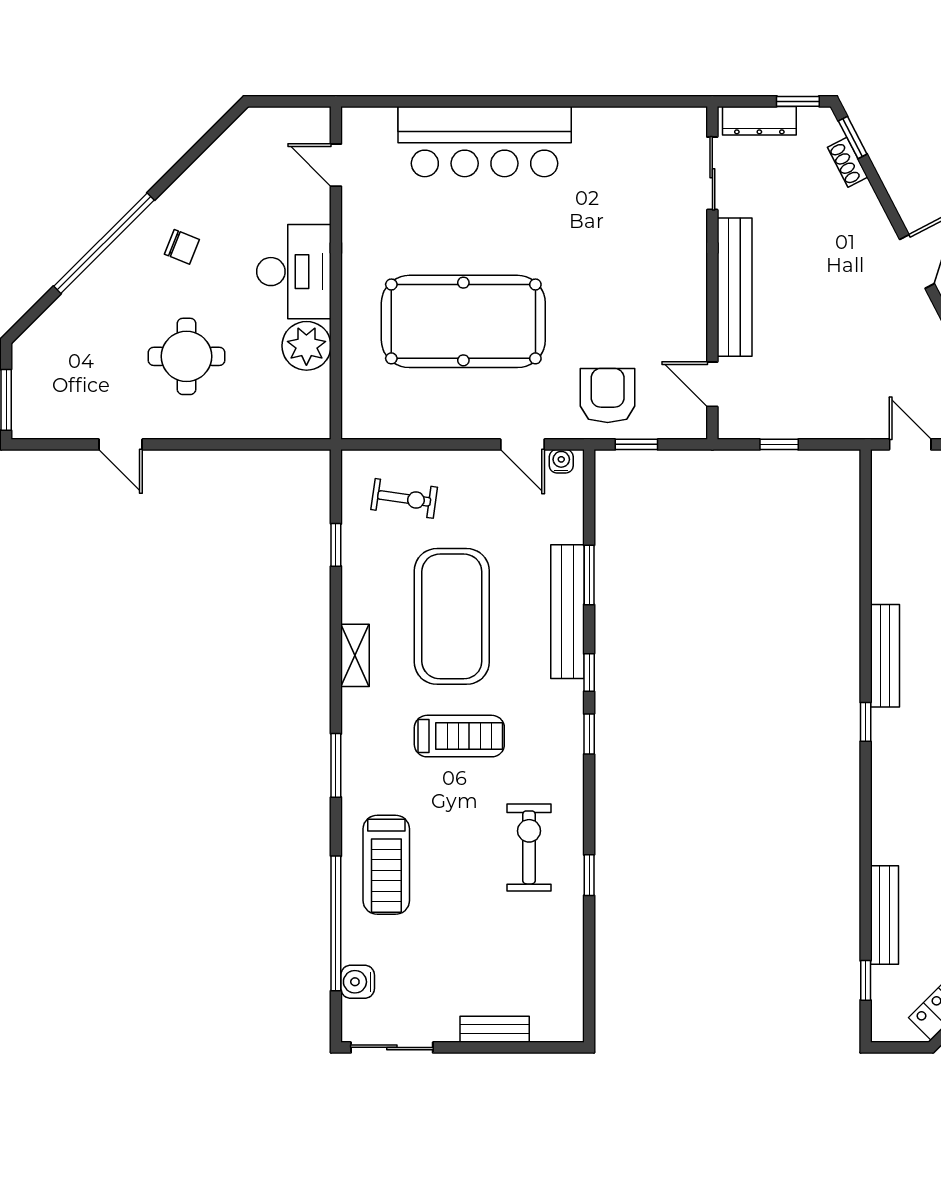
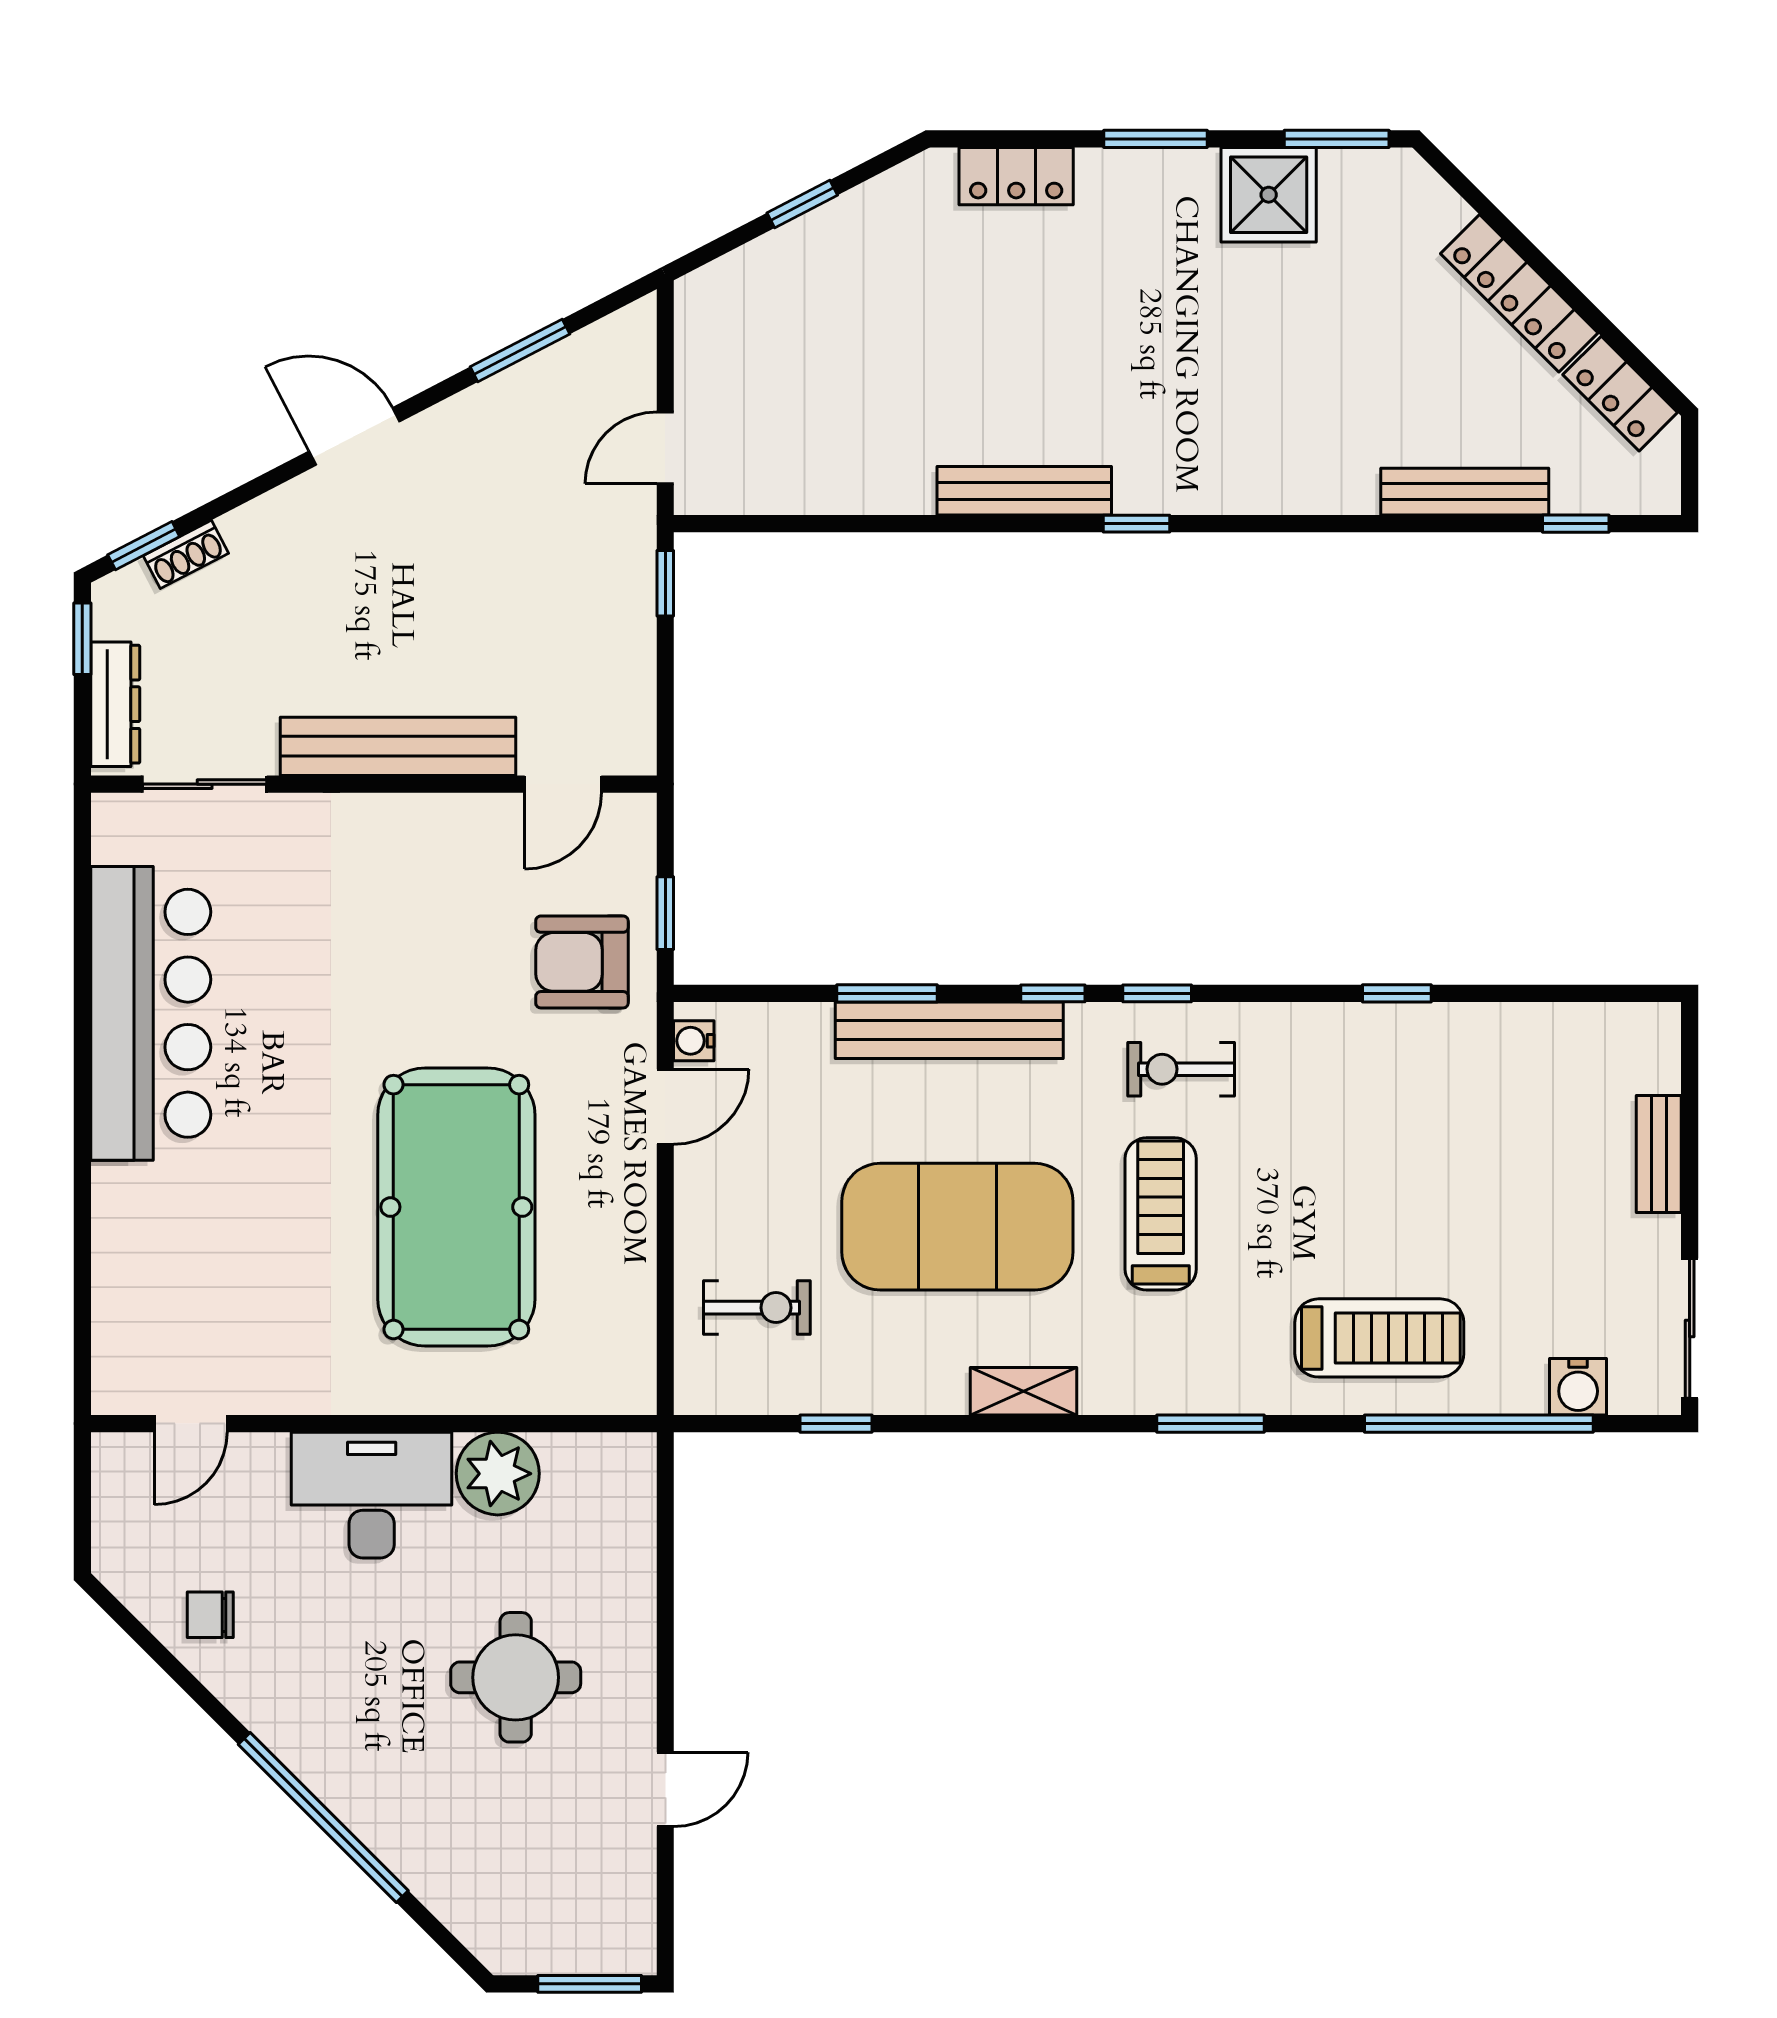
bar counter: (485, 142) -> (151, 1013), moved
chair: (182, 247) -> (210, 1615), moved, turned -112
window: (779, 444) -> (665, 583), moved
exercise bike: (404, 498) -> (757, 1308), turned 82
exercise bike: (529, 847) -> (1181, 1069), moved, width x0.73, depth x0.72

